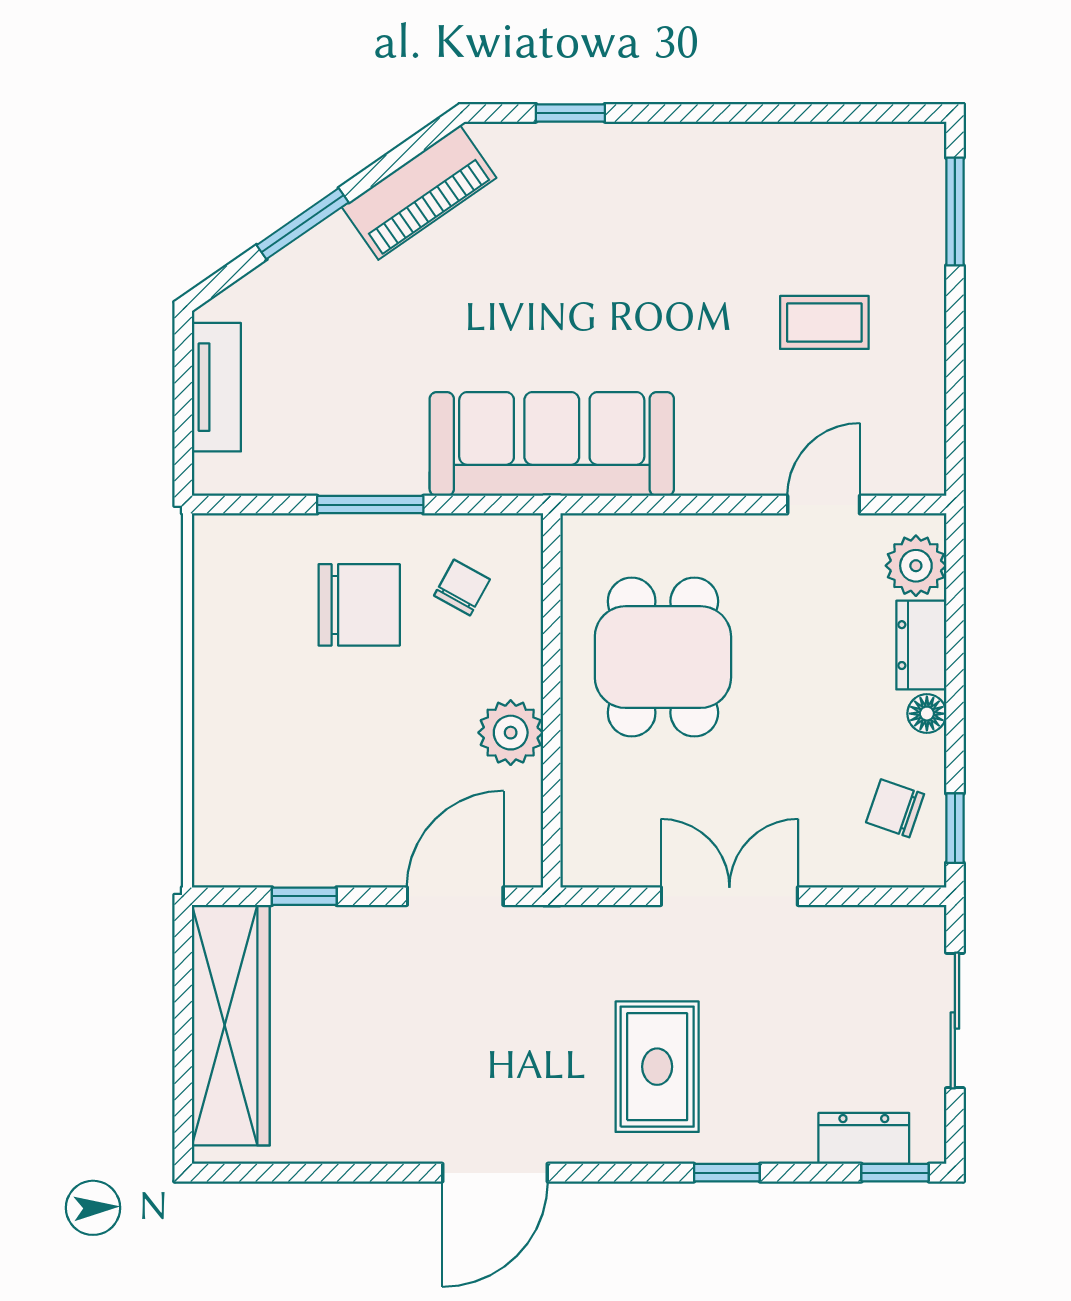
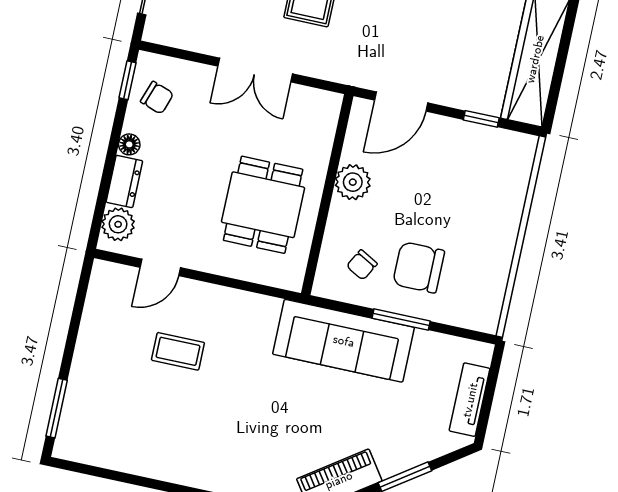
coffee table: (824, 322) -> (178, 351), moved
sofa: (552, 444) -> (344, 341), moved

